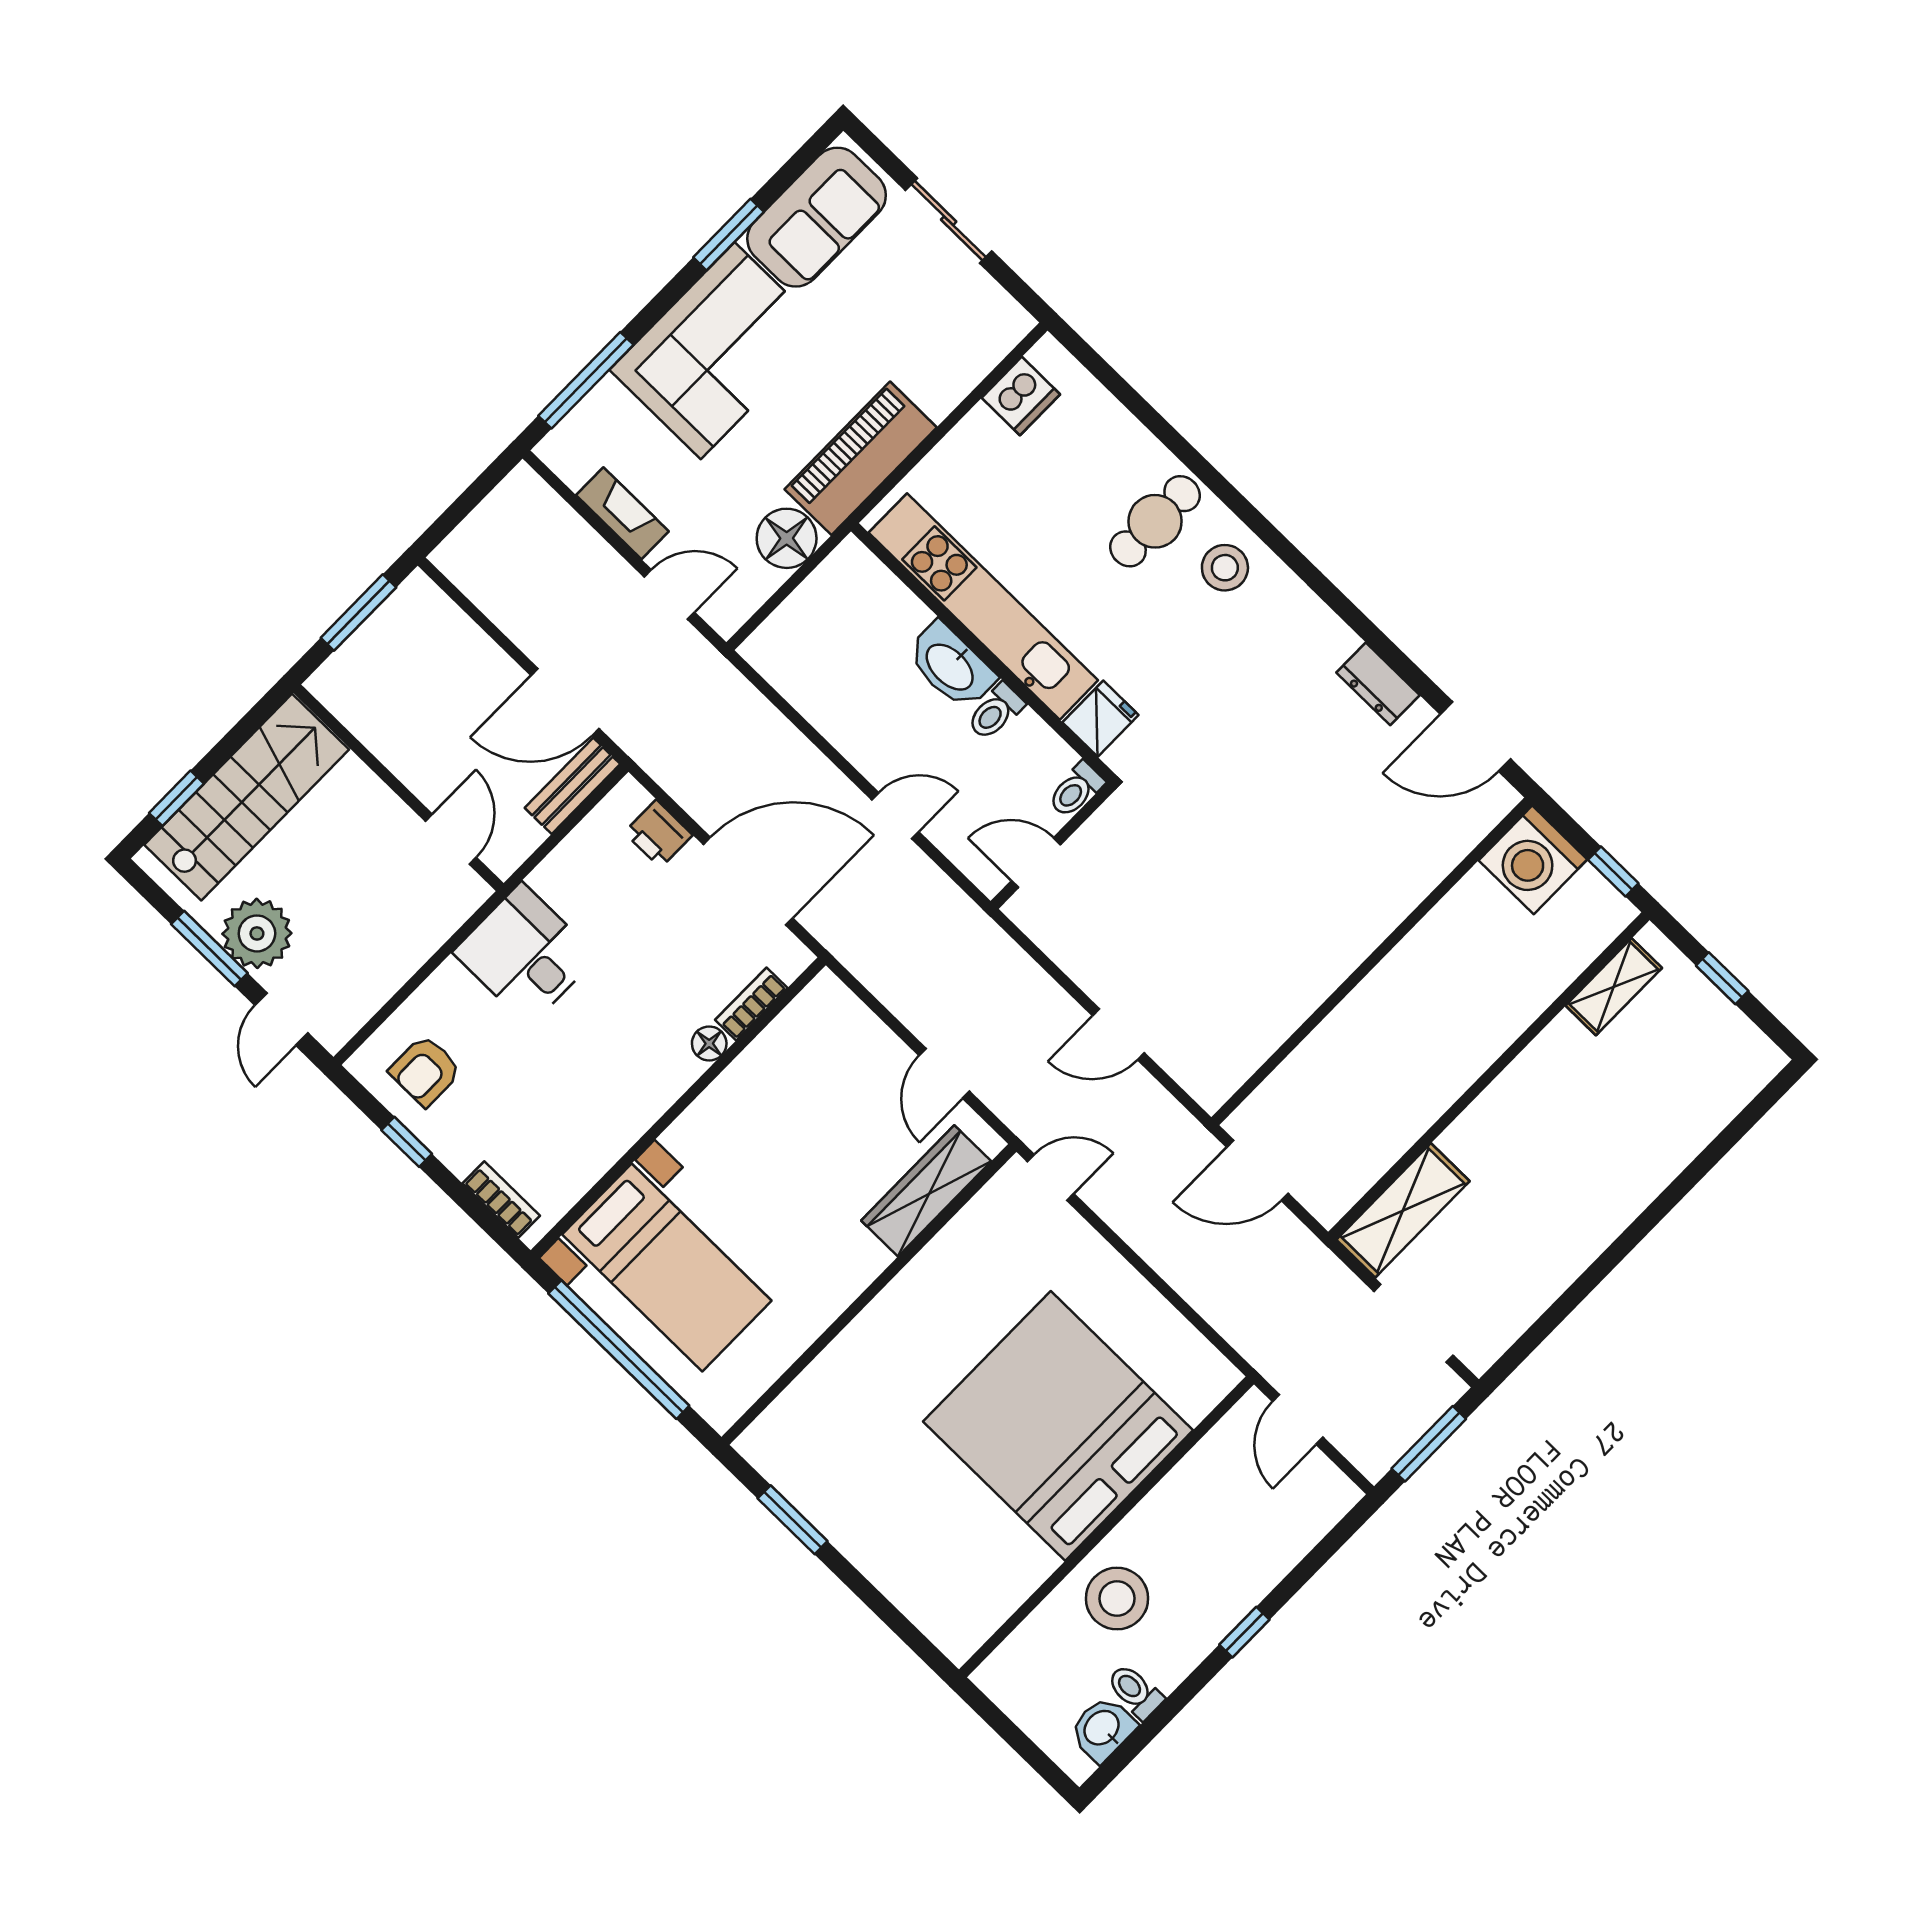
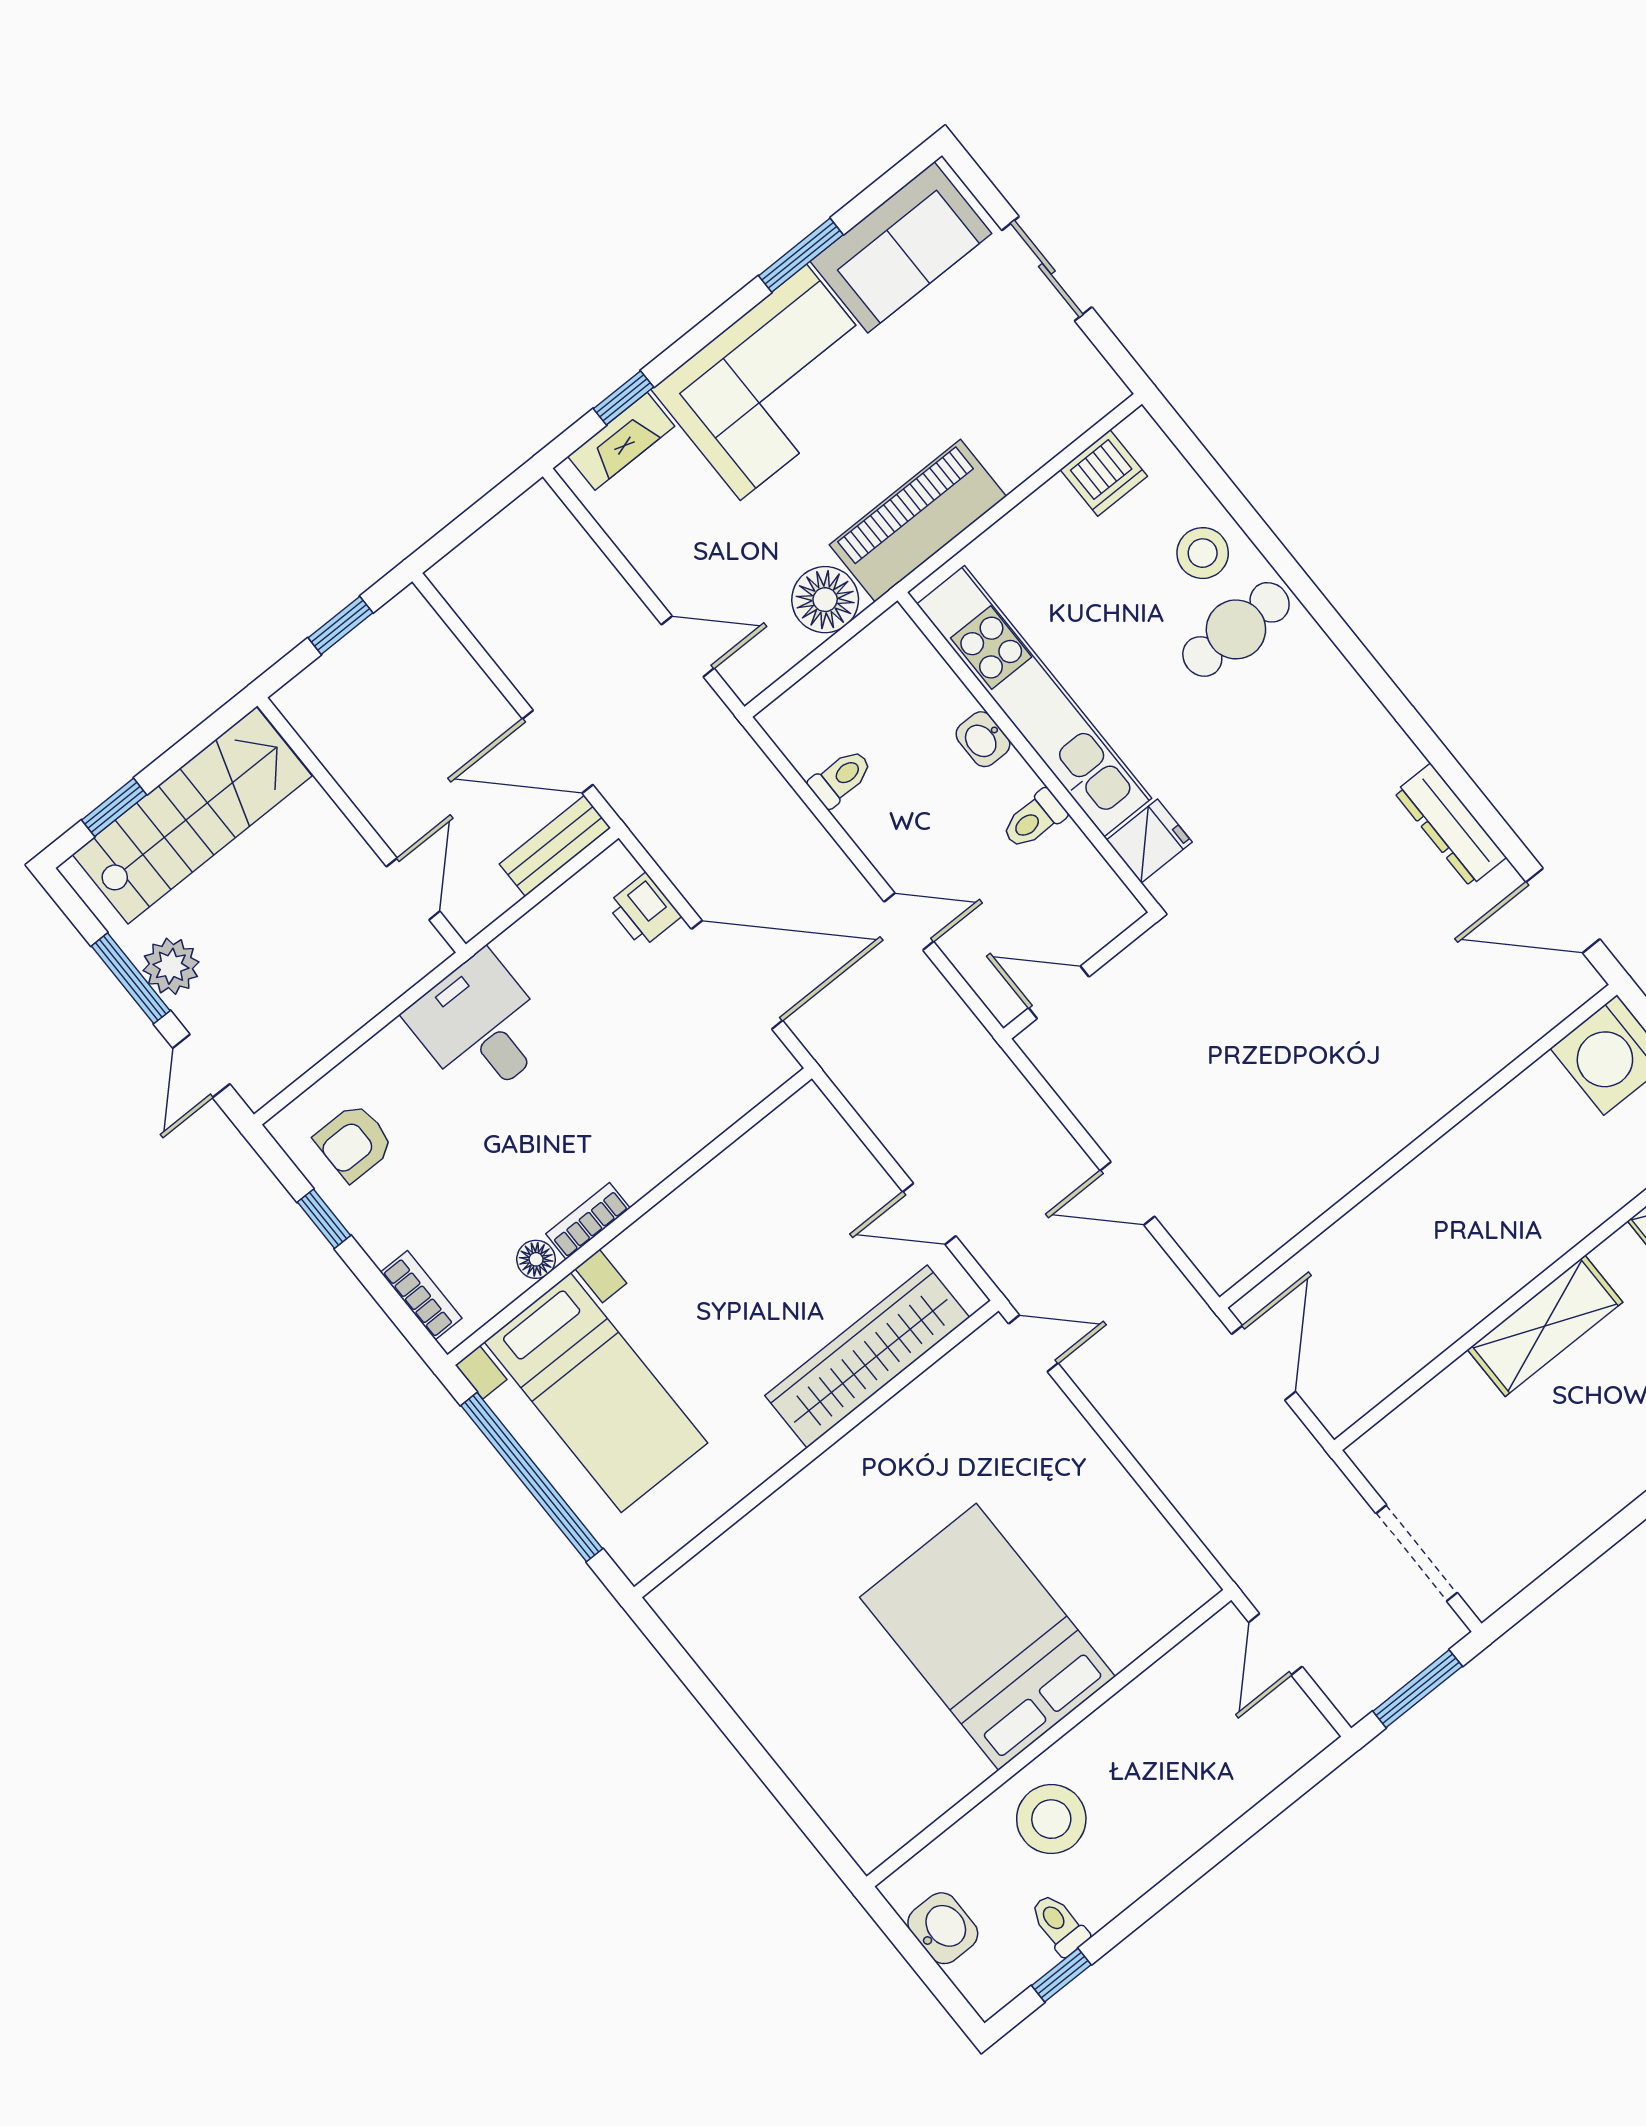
window: (586, 380) -> (623, 398), width x0.46
fireplace: (622, 513) -> (621, 441), moved, turned 90
stool: (1225, 568) -> (1203, 553), moved
window: (358, 613) -> (340, 625), width x0.67
washbasin: (951, 666) -> (983, 739), width x0.52, depth x0.69
dresser: (1378, 684) -> (1450, 825), width x1.44
toilet: (1076, 790) -> (841, 778), moved, turned 180
plant: (257, 933) -> (171, 966), width x0.73, depth x0.73
bookcase: (751, 1004) -> (588, 1221), moved
floor lamp: (709, 1043) -> (536, 1259), moved
door: (944, 1073) -> (929, 1214), hinge flipped
door: (1257, 1170) -> (1264, 1363), swing flipped
wardrobe: (926, 1191) -> (867, 1357), width x1.40, depth x1.17
shelving: (1403, 1210) -> (1545, 1326), moved
bed: (1058, 1426) -> (988, 1637), width x0.73
window: (793, 1520) -> (702, 1689), removed
window: (1244, 1632) -> (1061, 1975), moved
washbasin: (1103, 1729) -> (943, 1928), moved, turned 90

